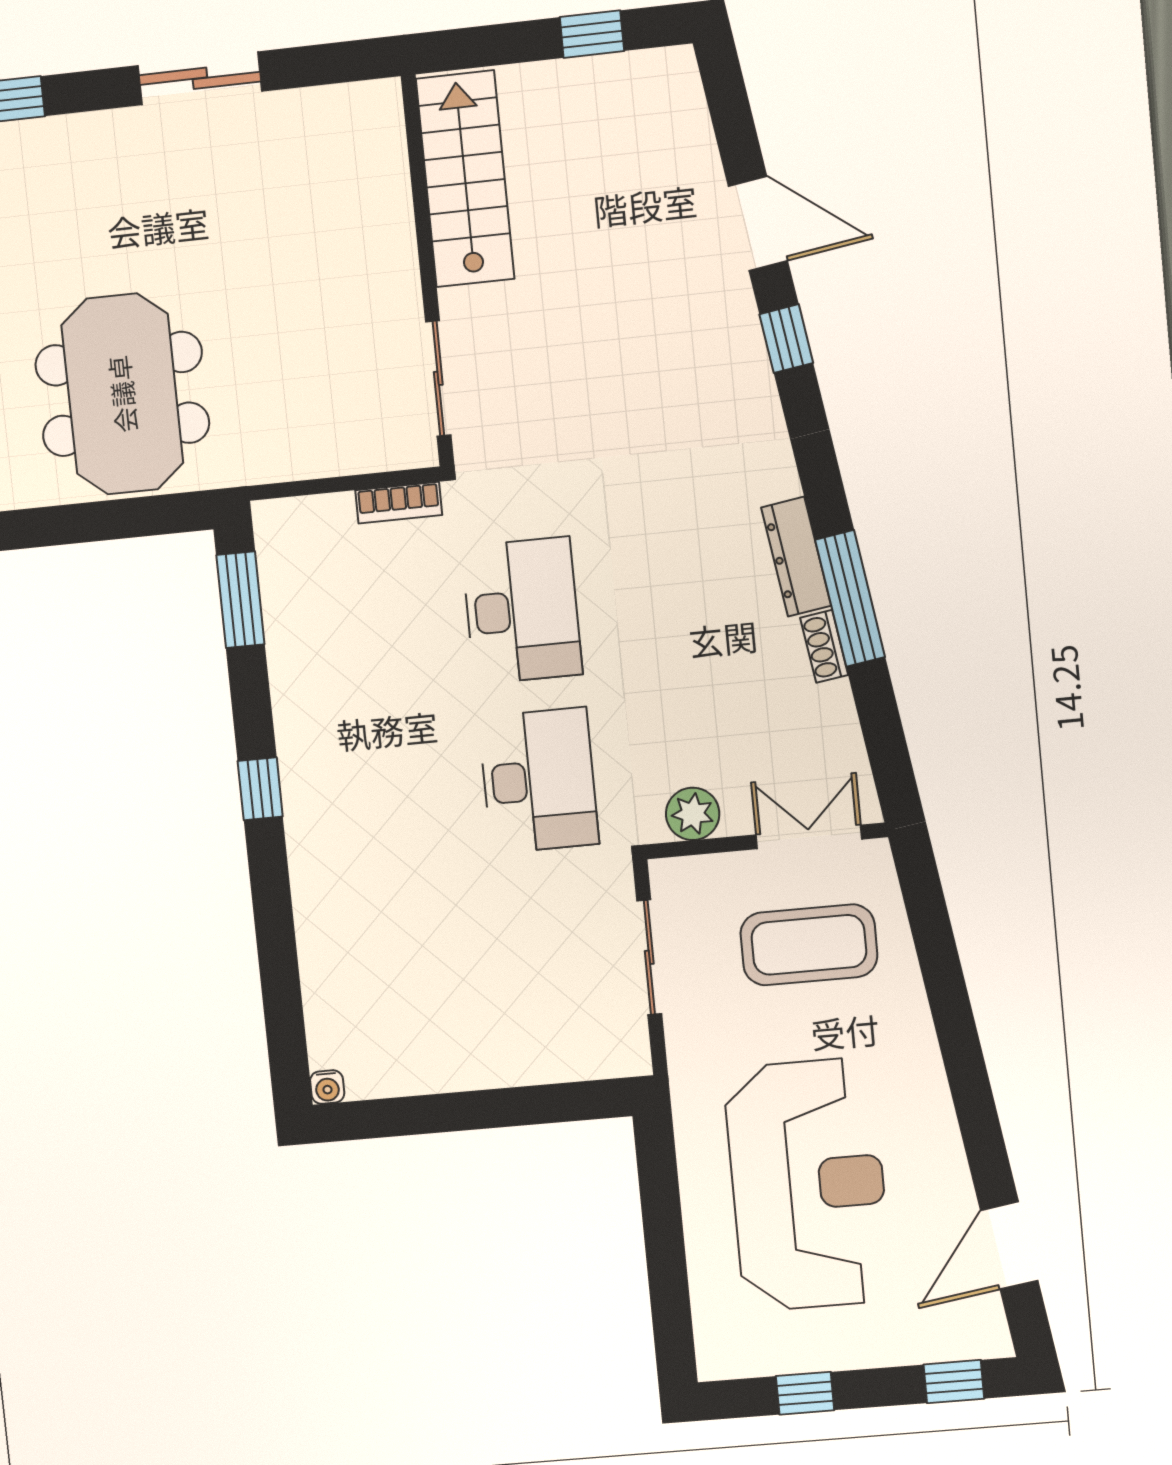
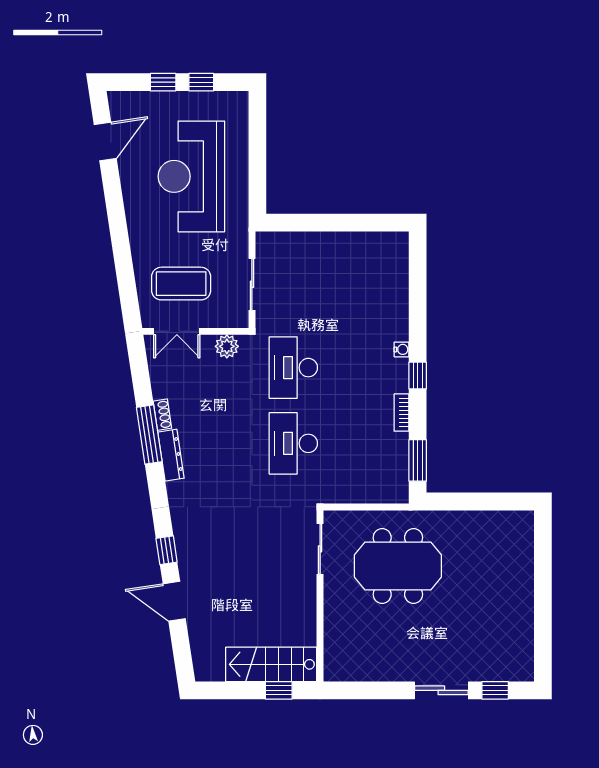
window: (592, 34) -> (279, 690), moved
sliding door: (200, 78) -> (441, 690), moved
stairs: (465, 179) -> (271, 664), moved, turned 90
meeting table: (122, 394) -> (398, 566), moved, turned 90
bookcase: (399, 503) -> (401, 413), moved, turned -90
water cooler: (327, 1087) -> (402, 349), moved, turned 90
window: (954, 1382) -> (163, 82), moved

